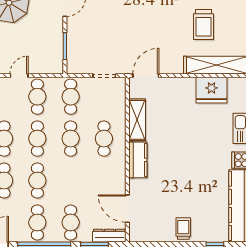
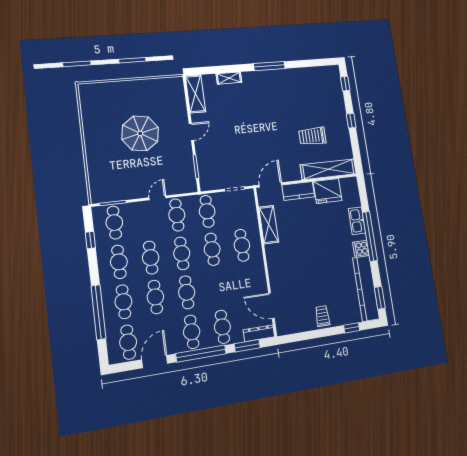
trolley: (204, 25) -> (312, 136), turned 90
kitchen counter: (138, 160) -> (298, 191), moved, turned 90

